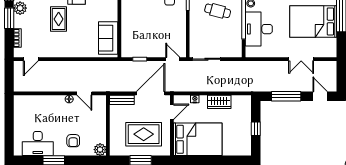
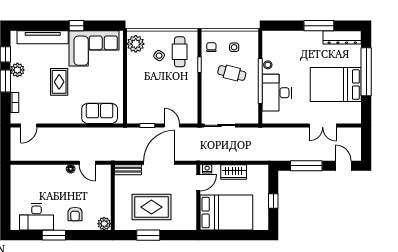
sofa: (108, 38) -> (100, 113), moved, turned 90
door: (173, 59) -> (172, 125), moved
door: (172, 112) -> (198, 183), moved
wall: (172, 125) -> (198, 197), moved
bed: (198, 139) -> (226, 213), moved

